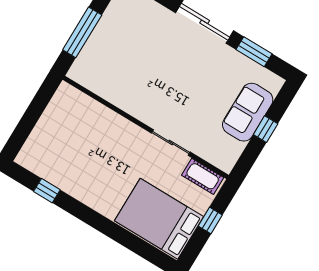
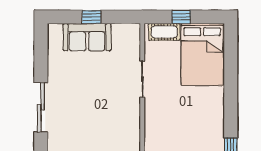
window: (254, 52) -> (41, 59), removed
cot: (203, 176) -> (164, 32), moved, turned 90

